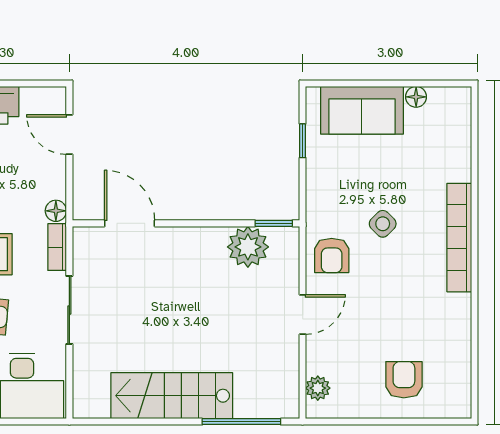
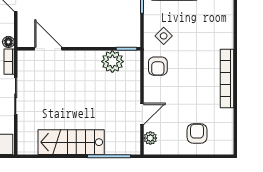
side table: (383, 224) -> (164, 36), moved
bookcase: (459, 238) -> (227, 78), moved
door: (303, 314) -> (142, 114), moved

